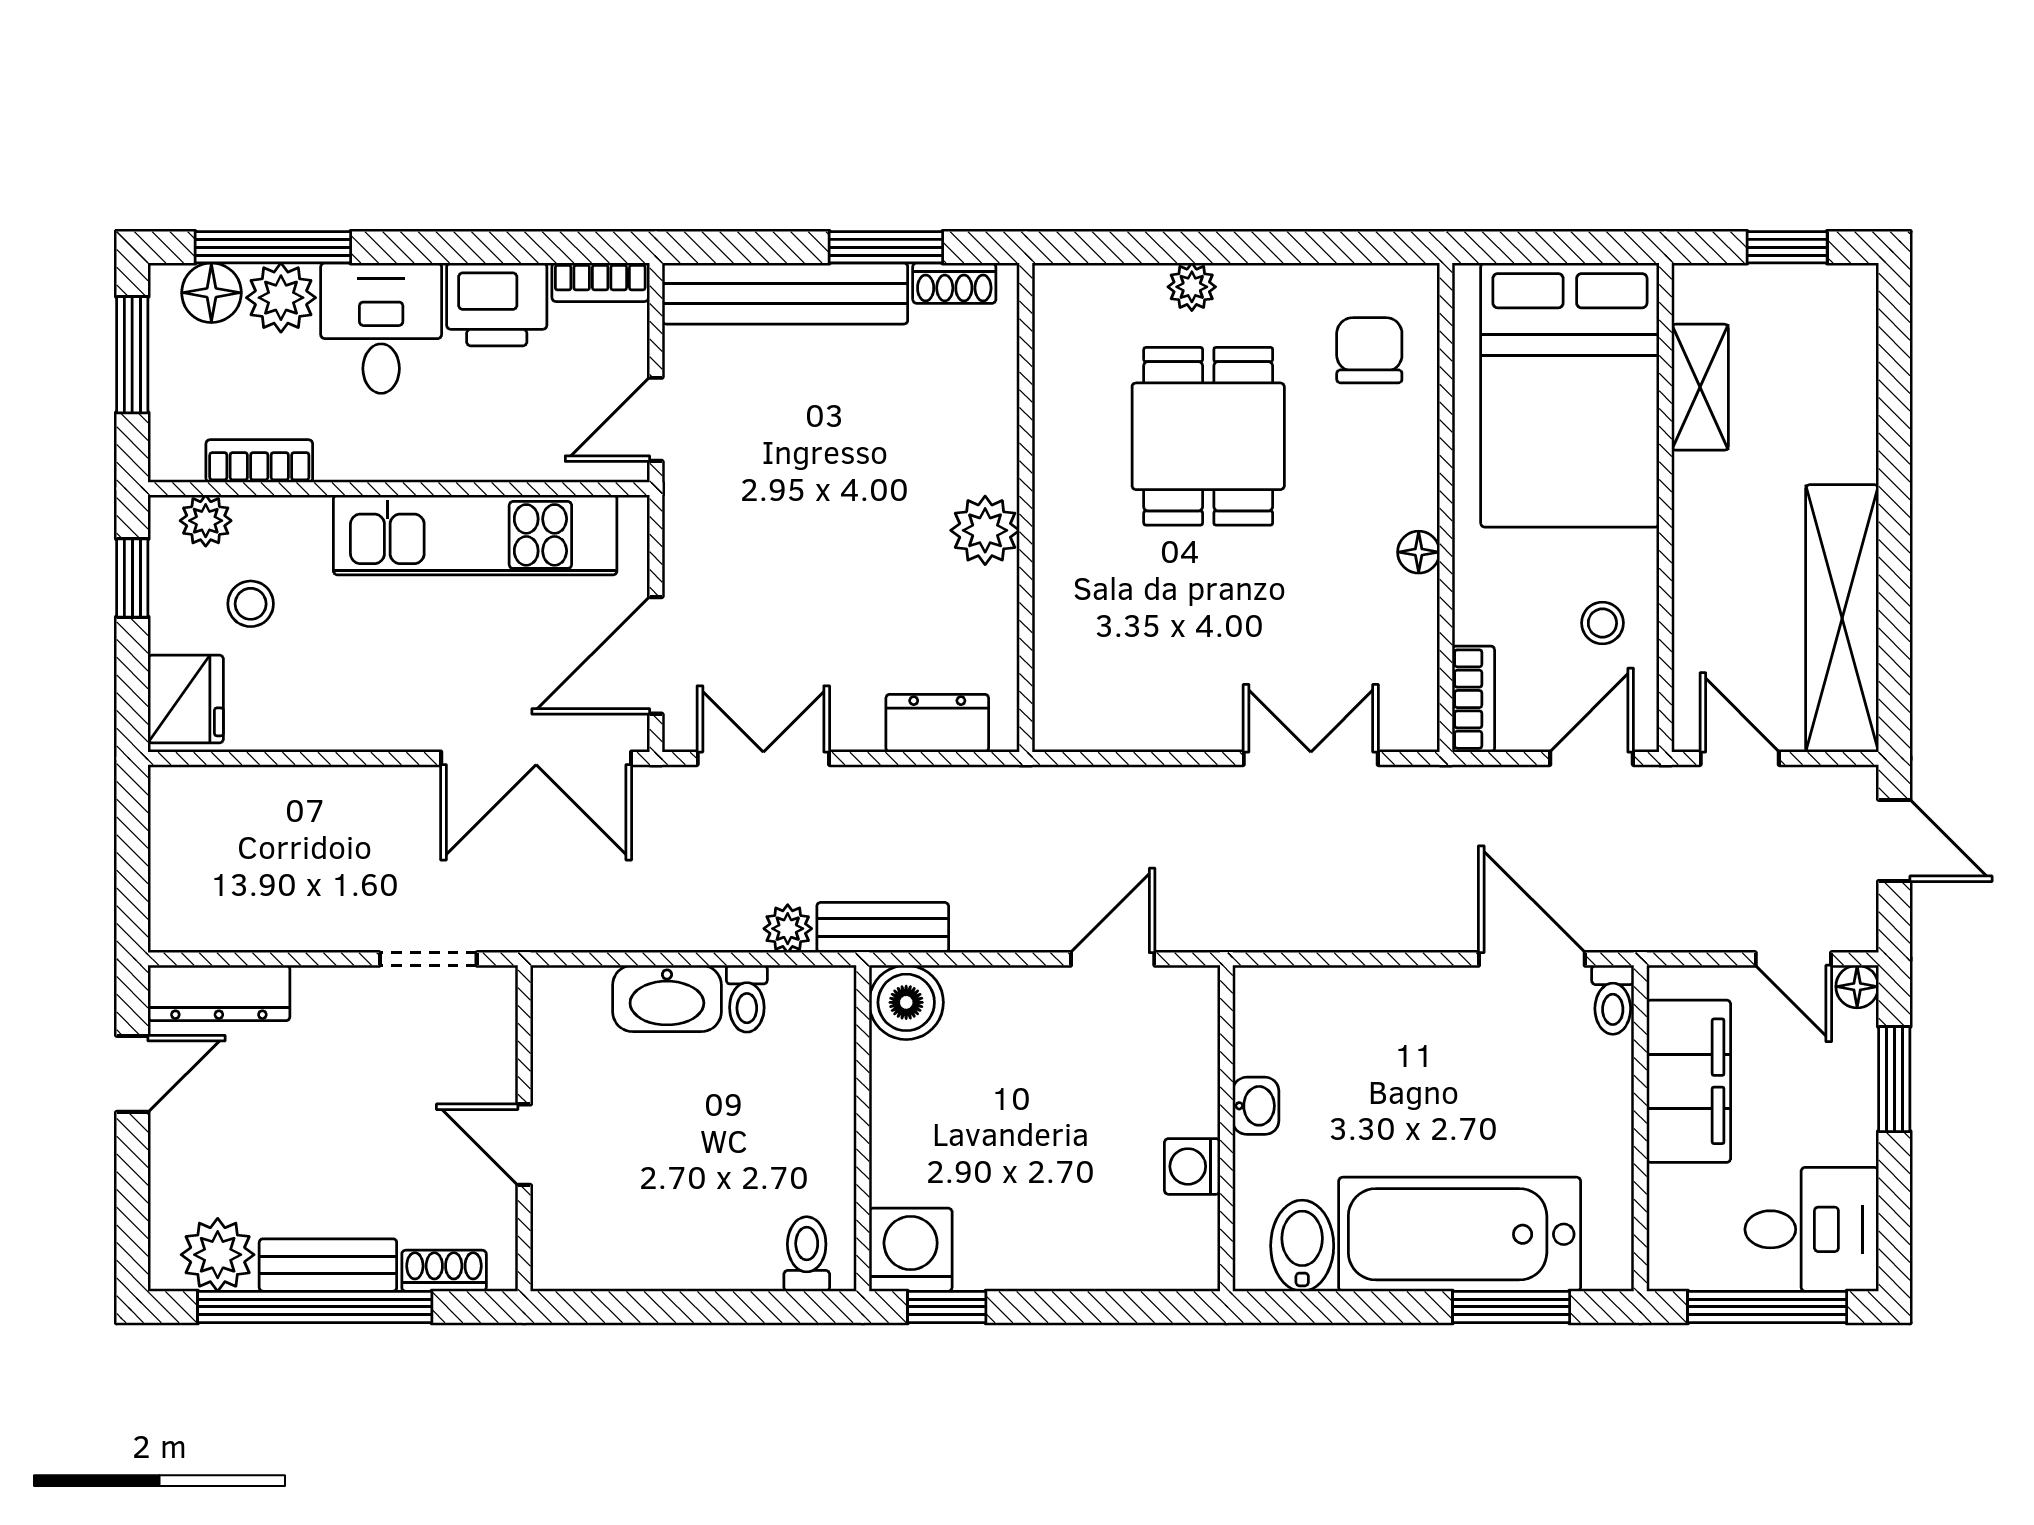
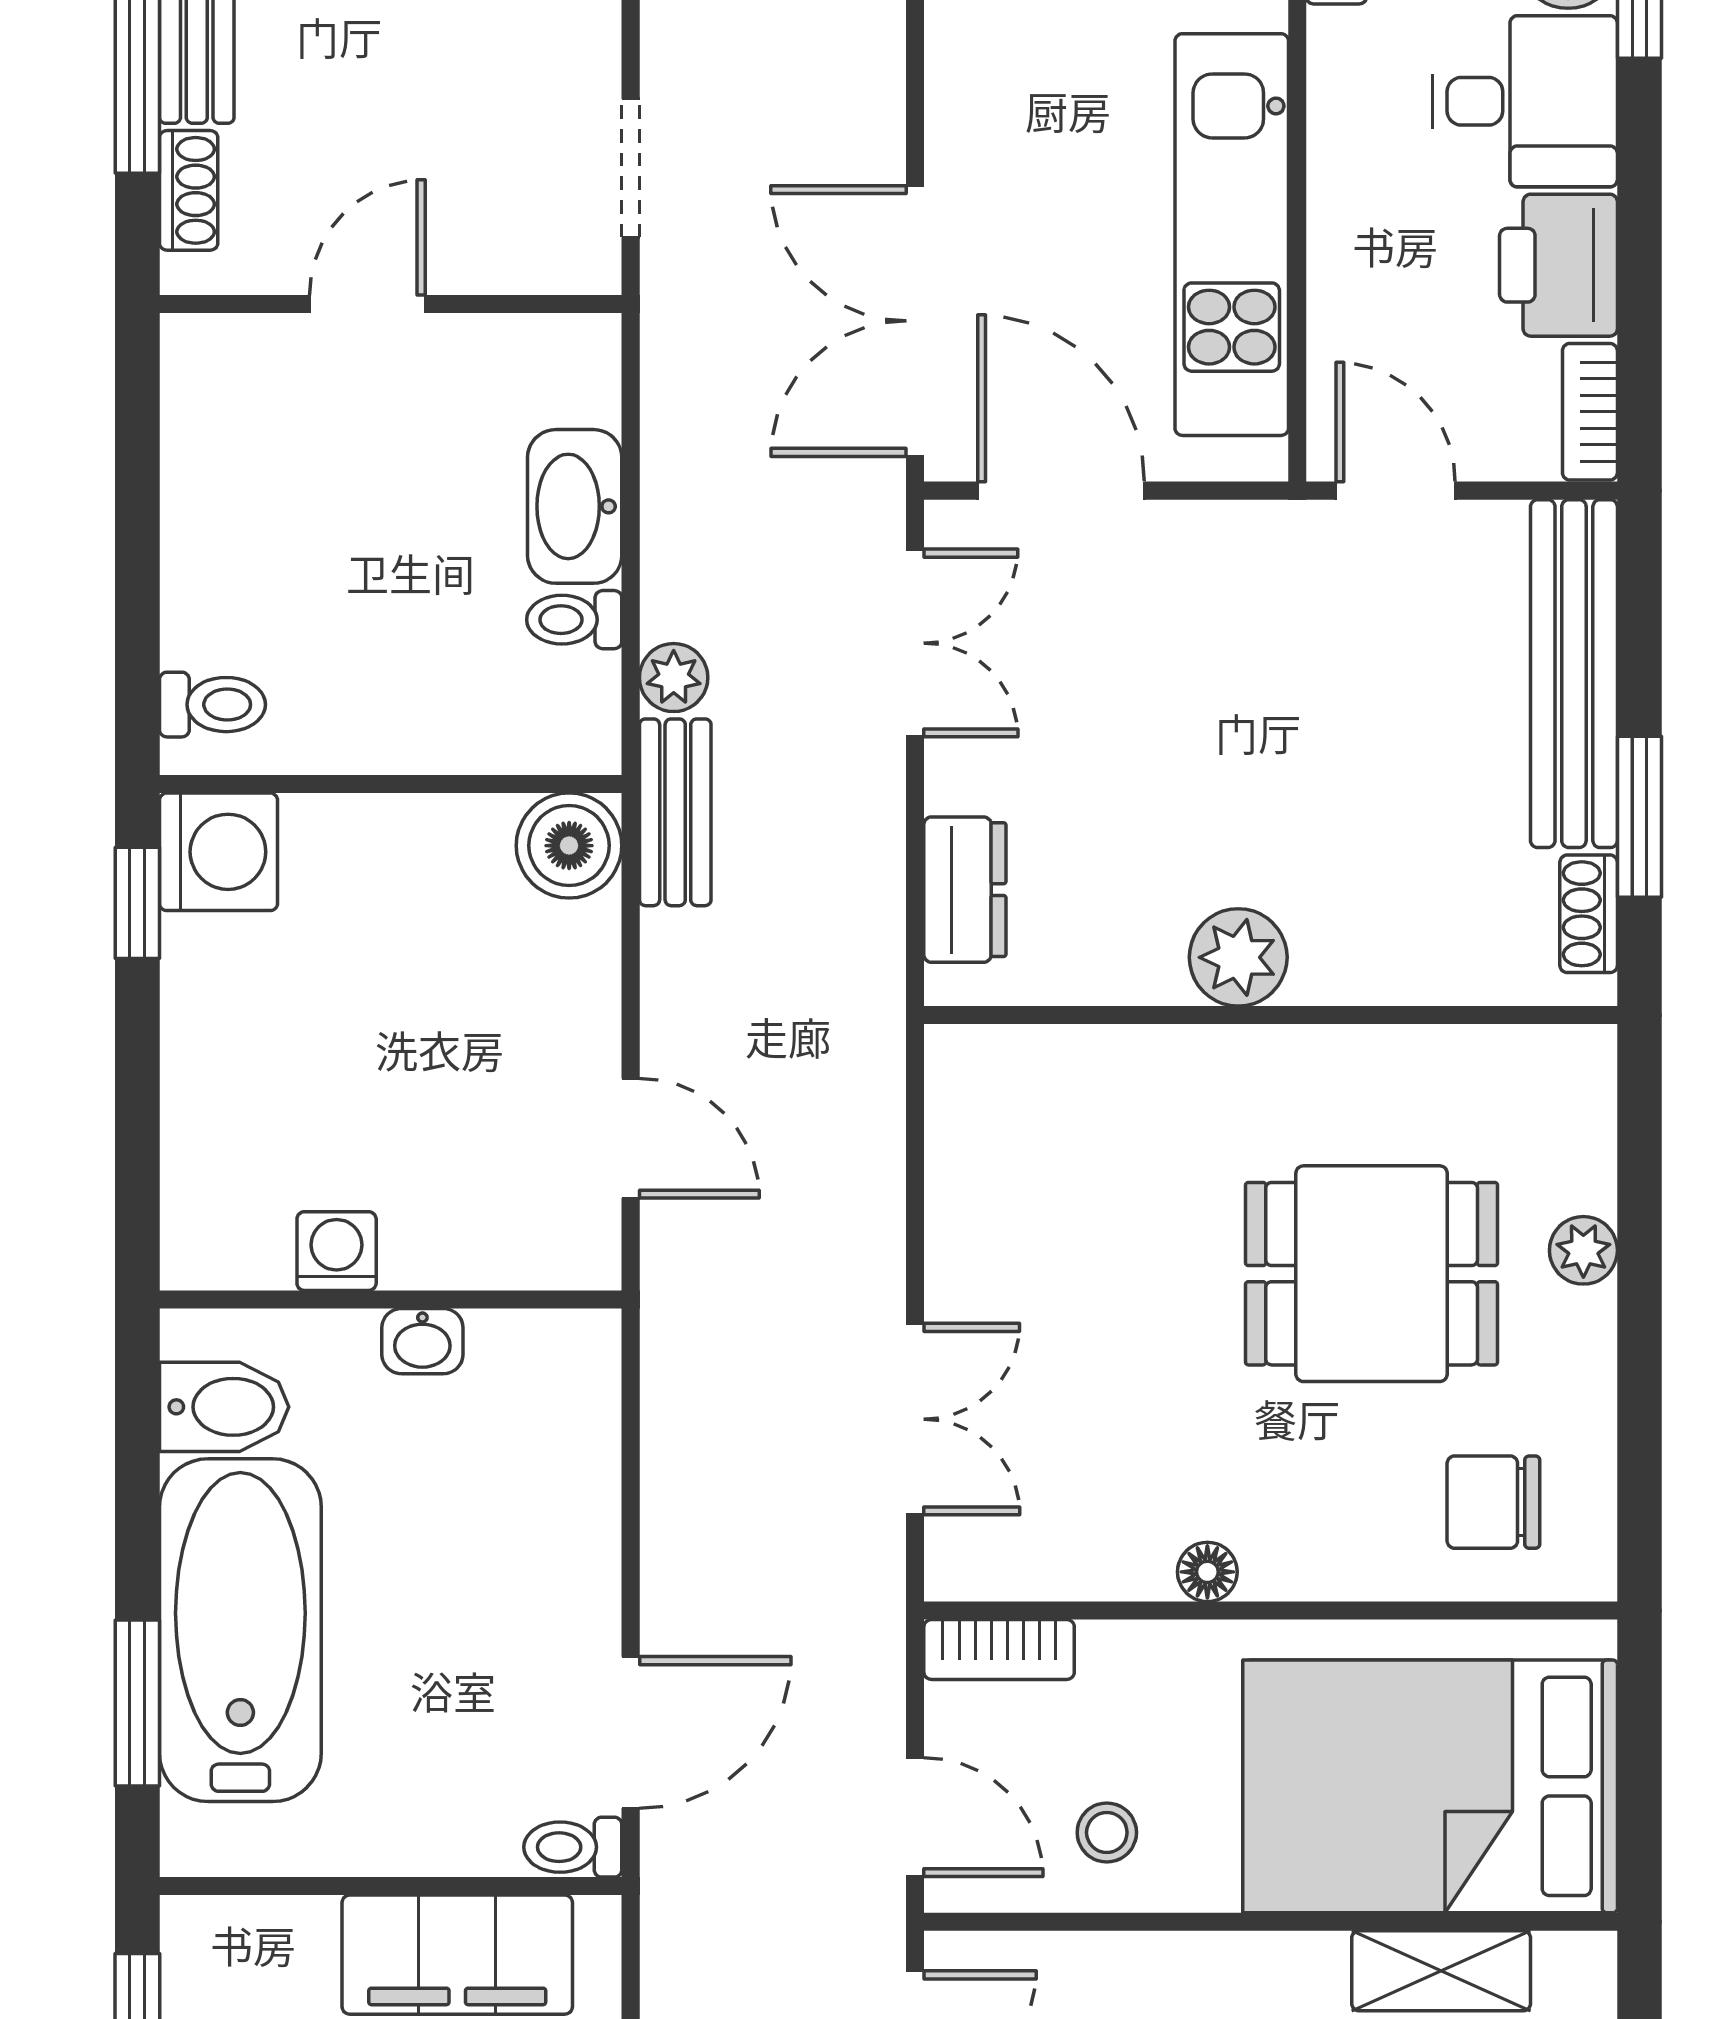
chair: (1369, 350) -> (1493, 1502), turned 180

